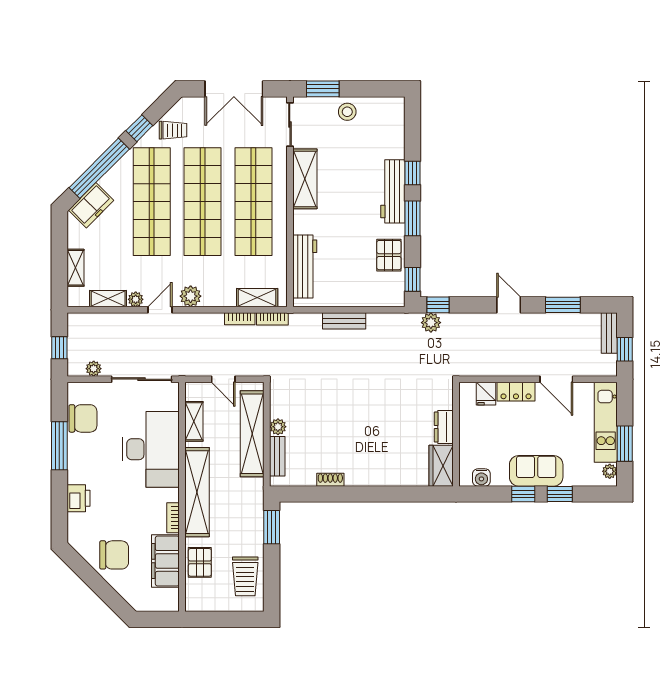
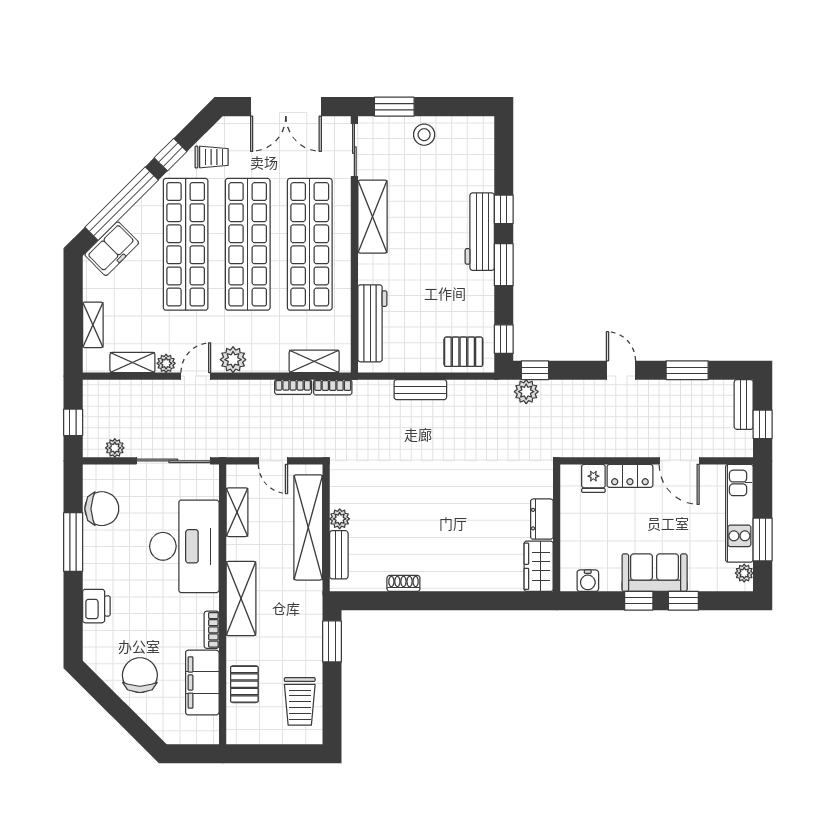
pallet: (389, 255) -> (463, 352), moved, turned 90
shelving: (197, 492) -> (241, 599), width x0.68
chair: (114, 555) -> (140, 675), turned -90

